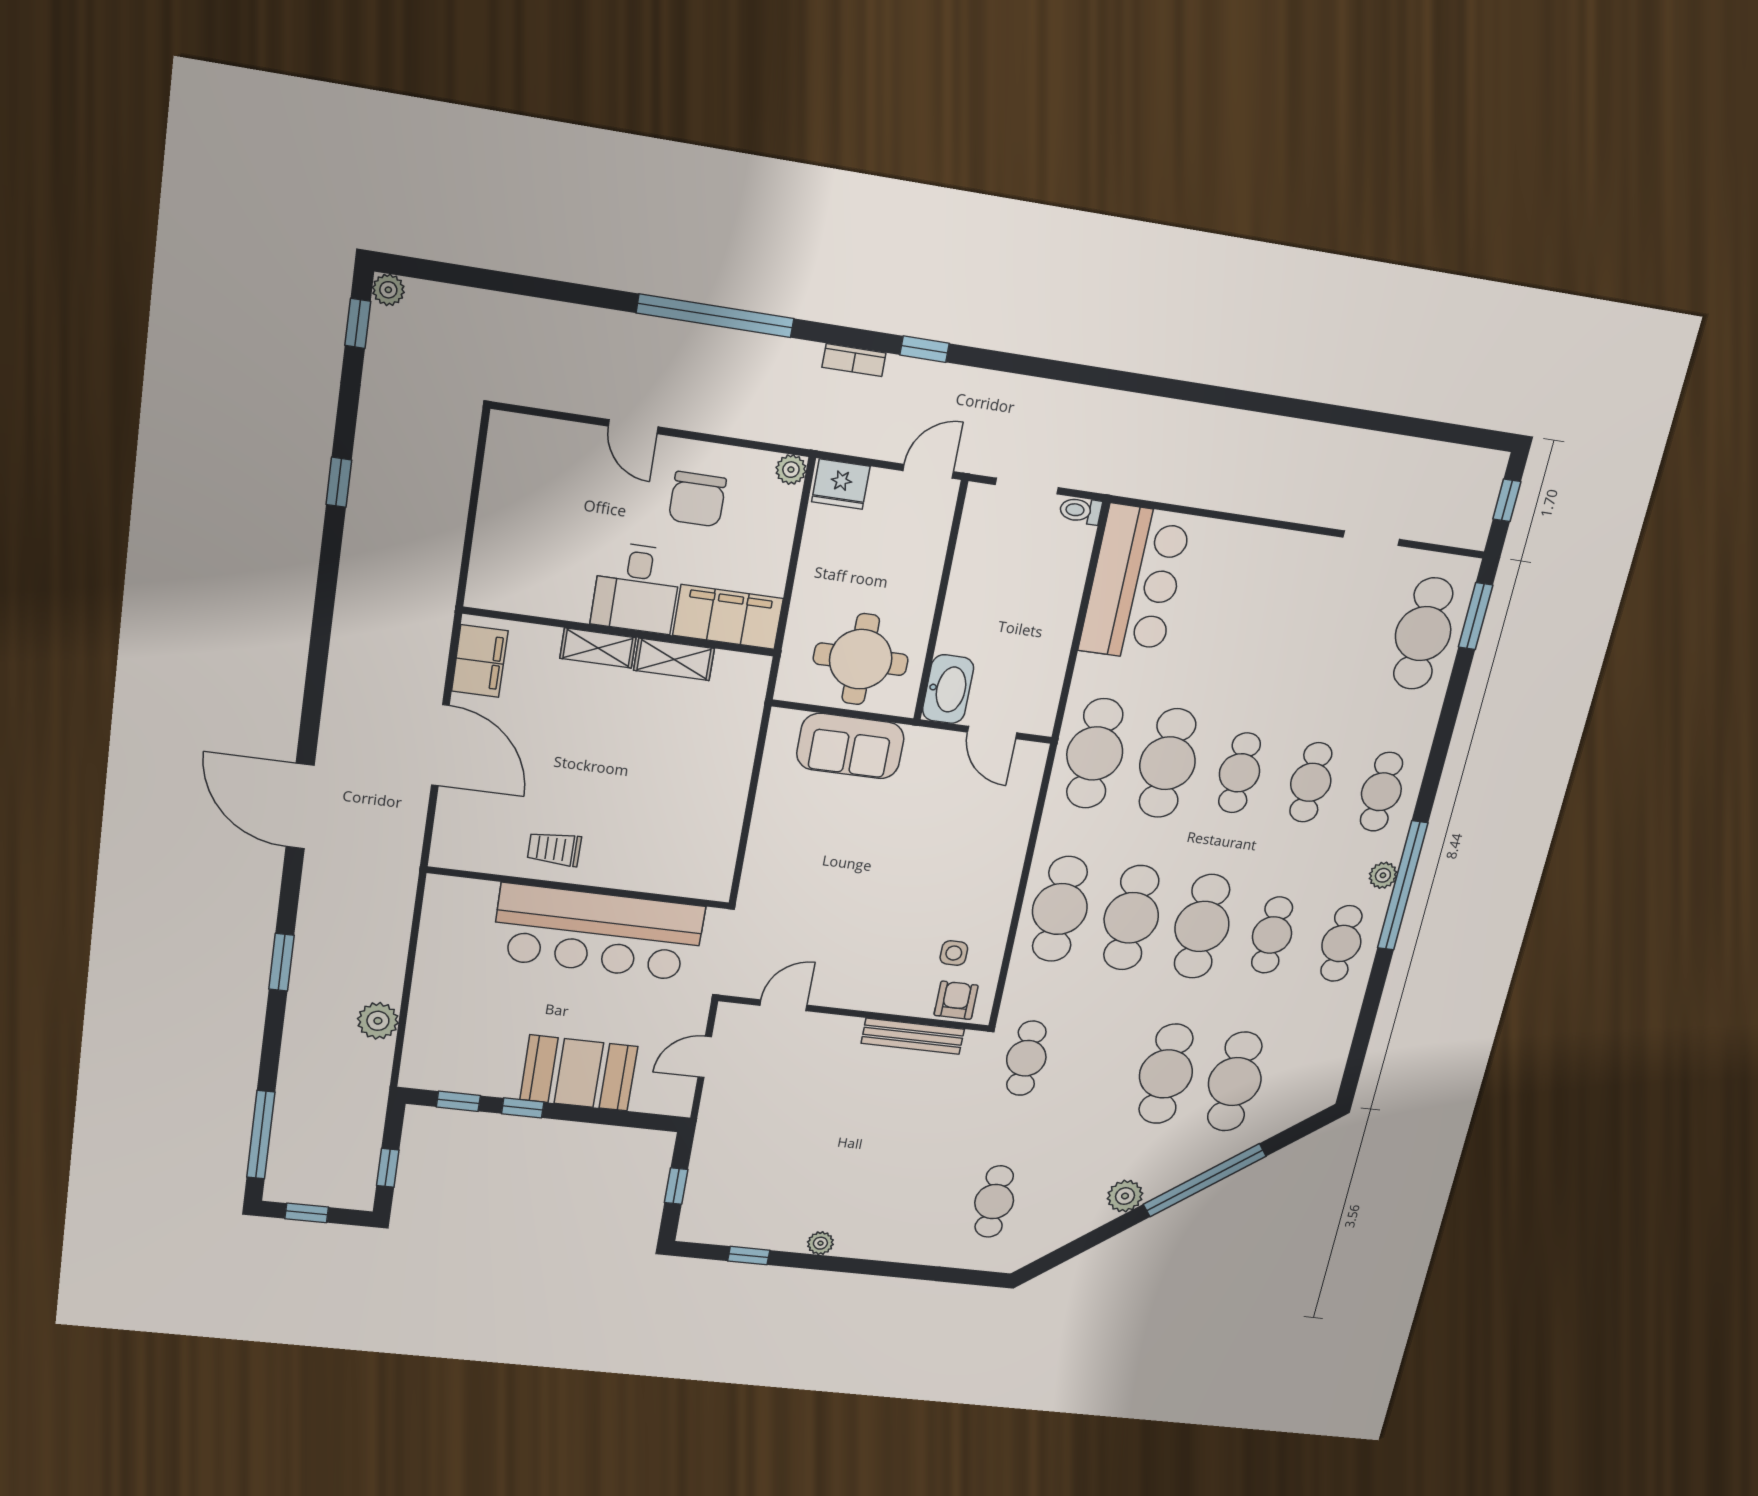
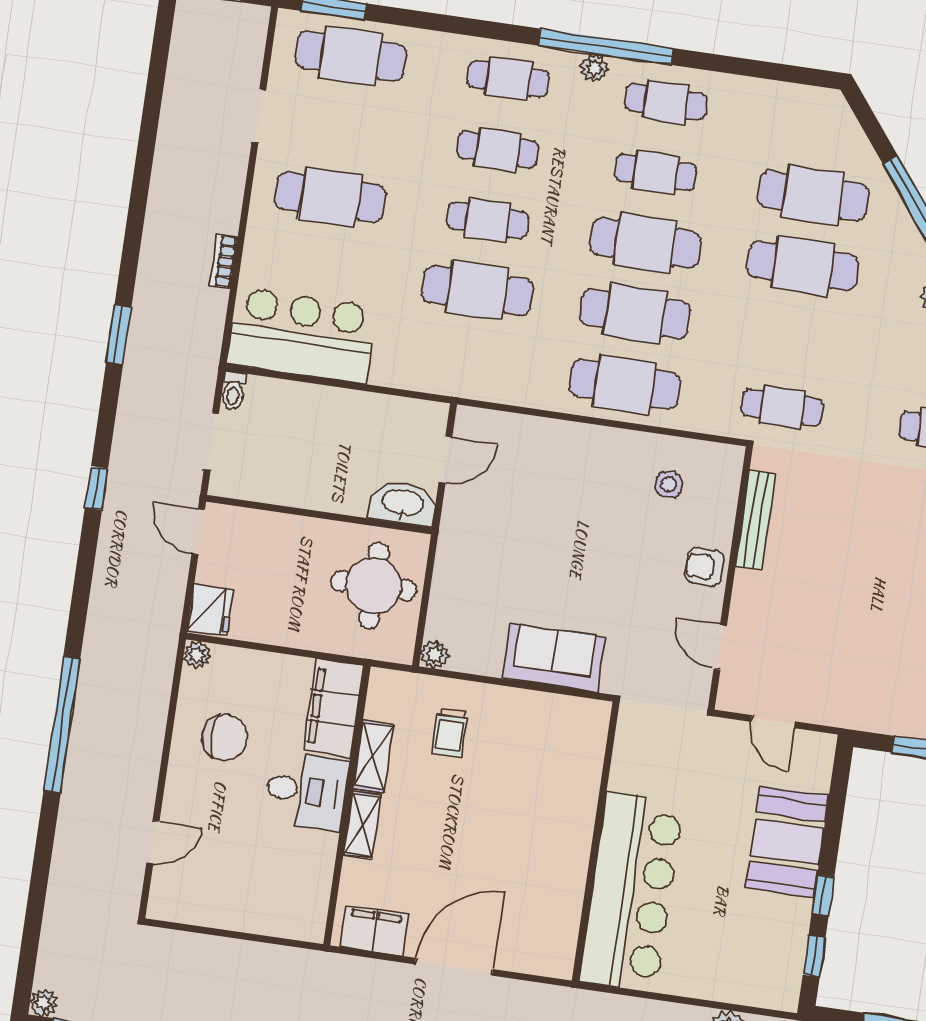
window: (924, 349) -> (96, 488), moved
bookcase: (854, 360) -> (223, 261), moved, turned 180
window: (1151, 385) -> (119, 335), added
door: (633, 427) -> (153, 842), moved
plant: (784, 723) -> (435, 655), added
sofa: (850, 746) -> (554, 658), moved, turned -90
cafe table: (1095, 753) -> (330, 197), moved
trolley: (554, 849) -> (450, 733), moved
bar counter: (598, 933) -> (631, 892), moved
armchair: (956, 1000) -> (705, 567), moved

